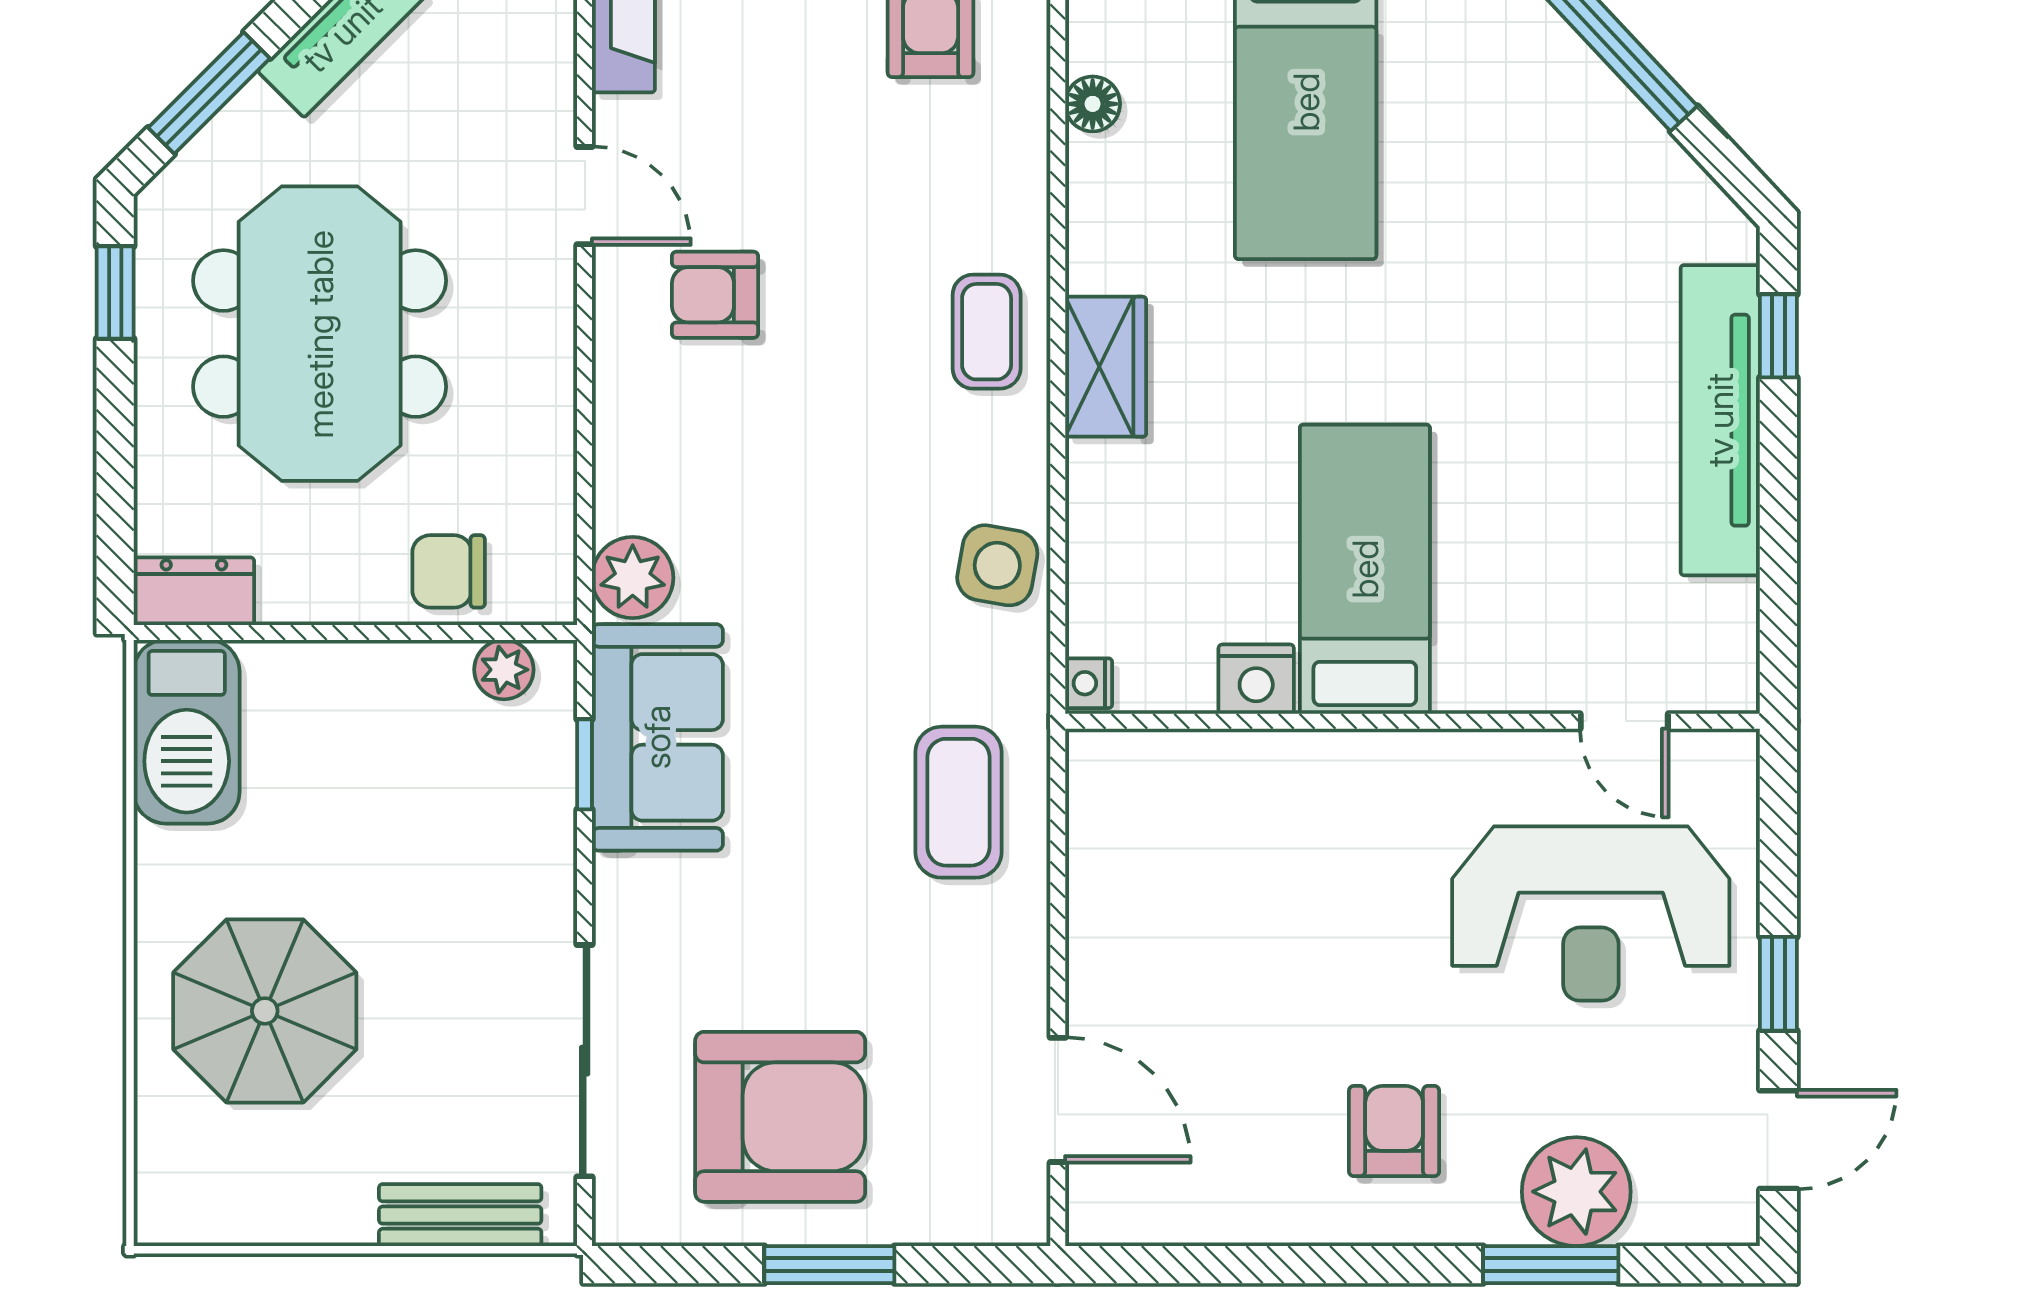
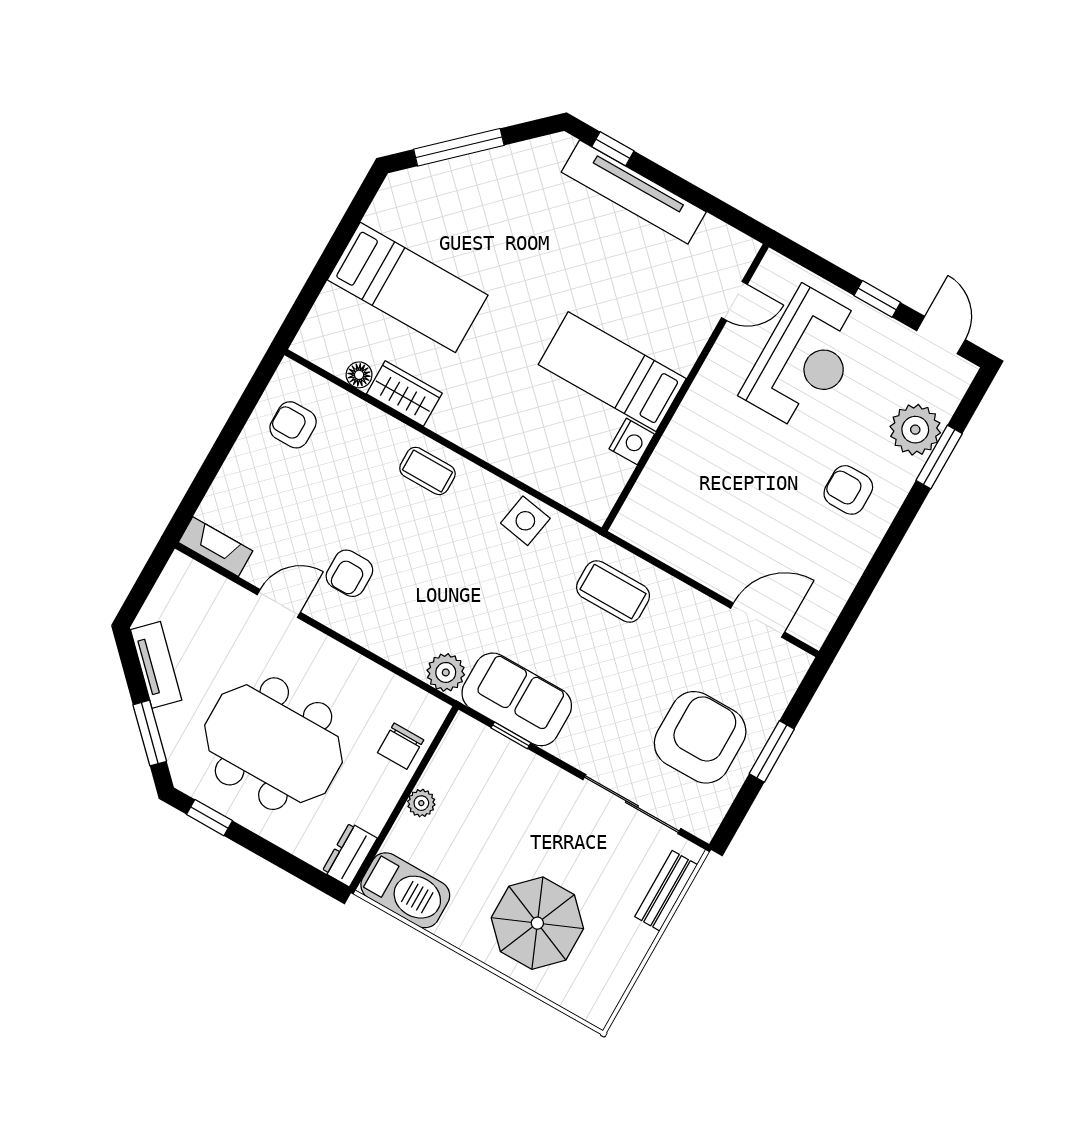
wardrobe: (1106, 367) -> (404, 393), moved
plant: (504, 670) -> (421, 803), moved
nightstand: (1089, 683) -> (595, 511), removed

